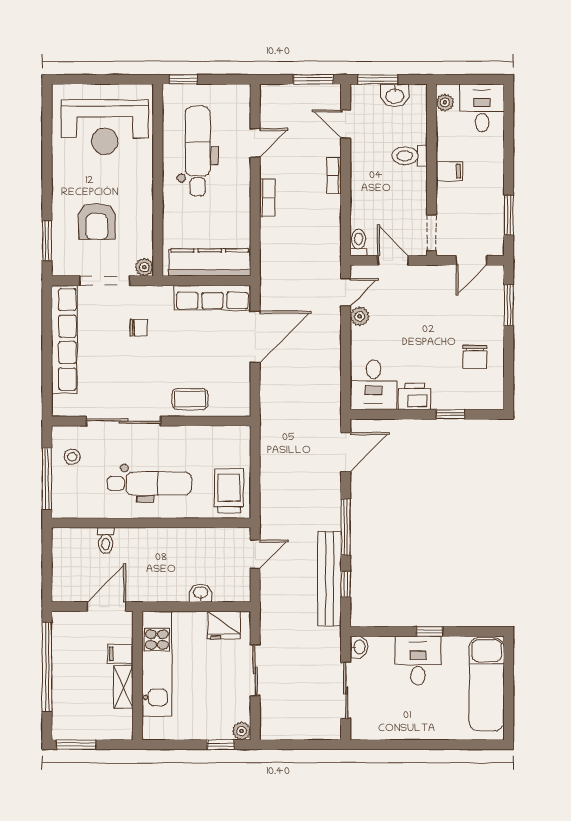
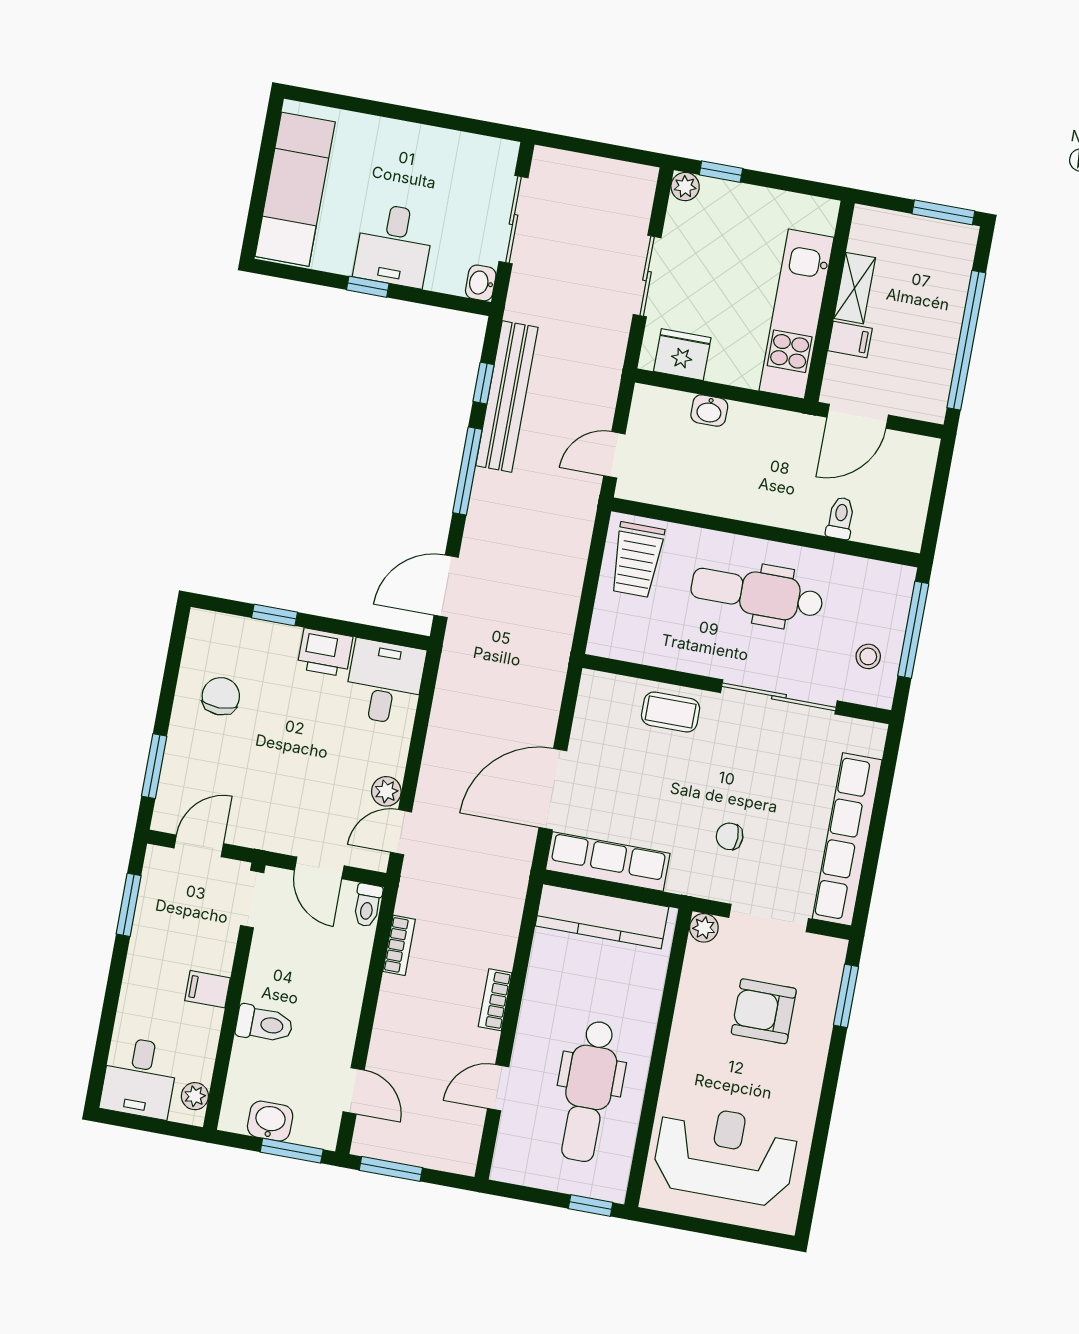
bookcase: (334, 175) -> (399, 945), moved
armchair: (97, 221) -> (764, 1011), turned -90

